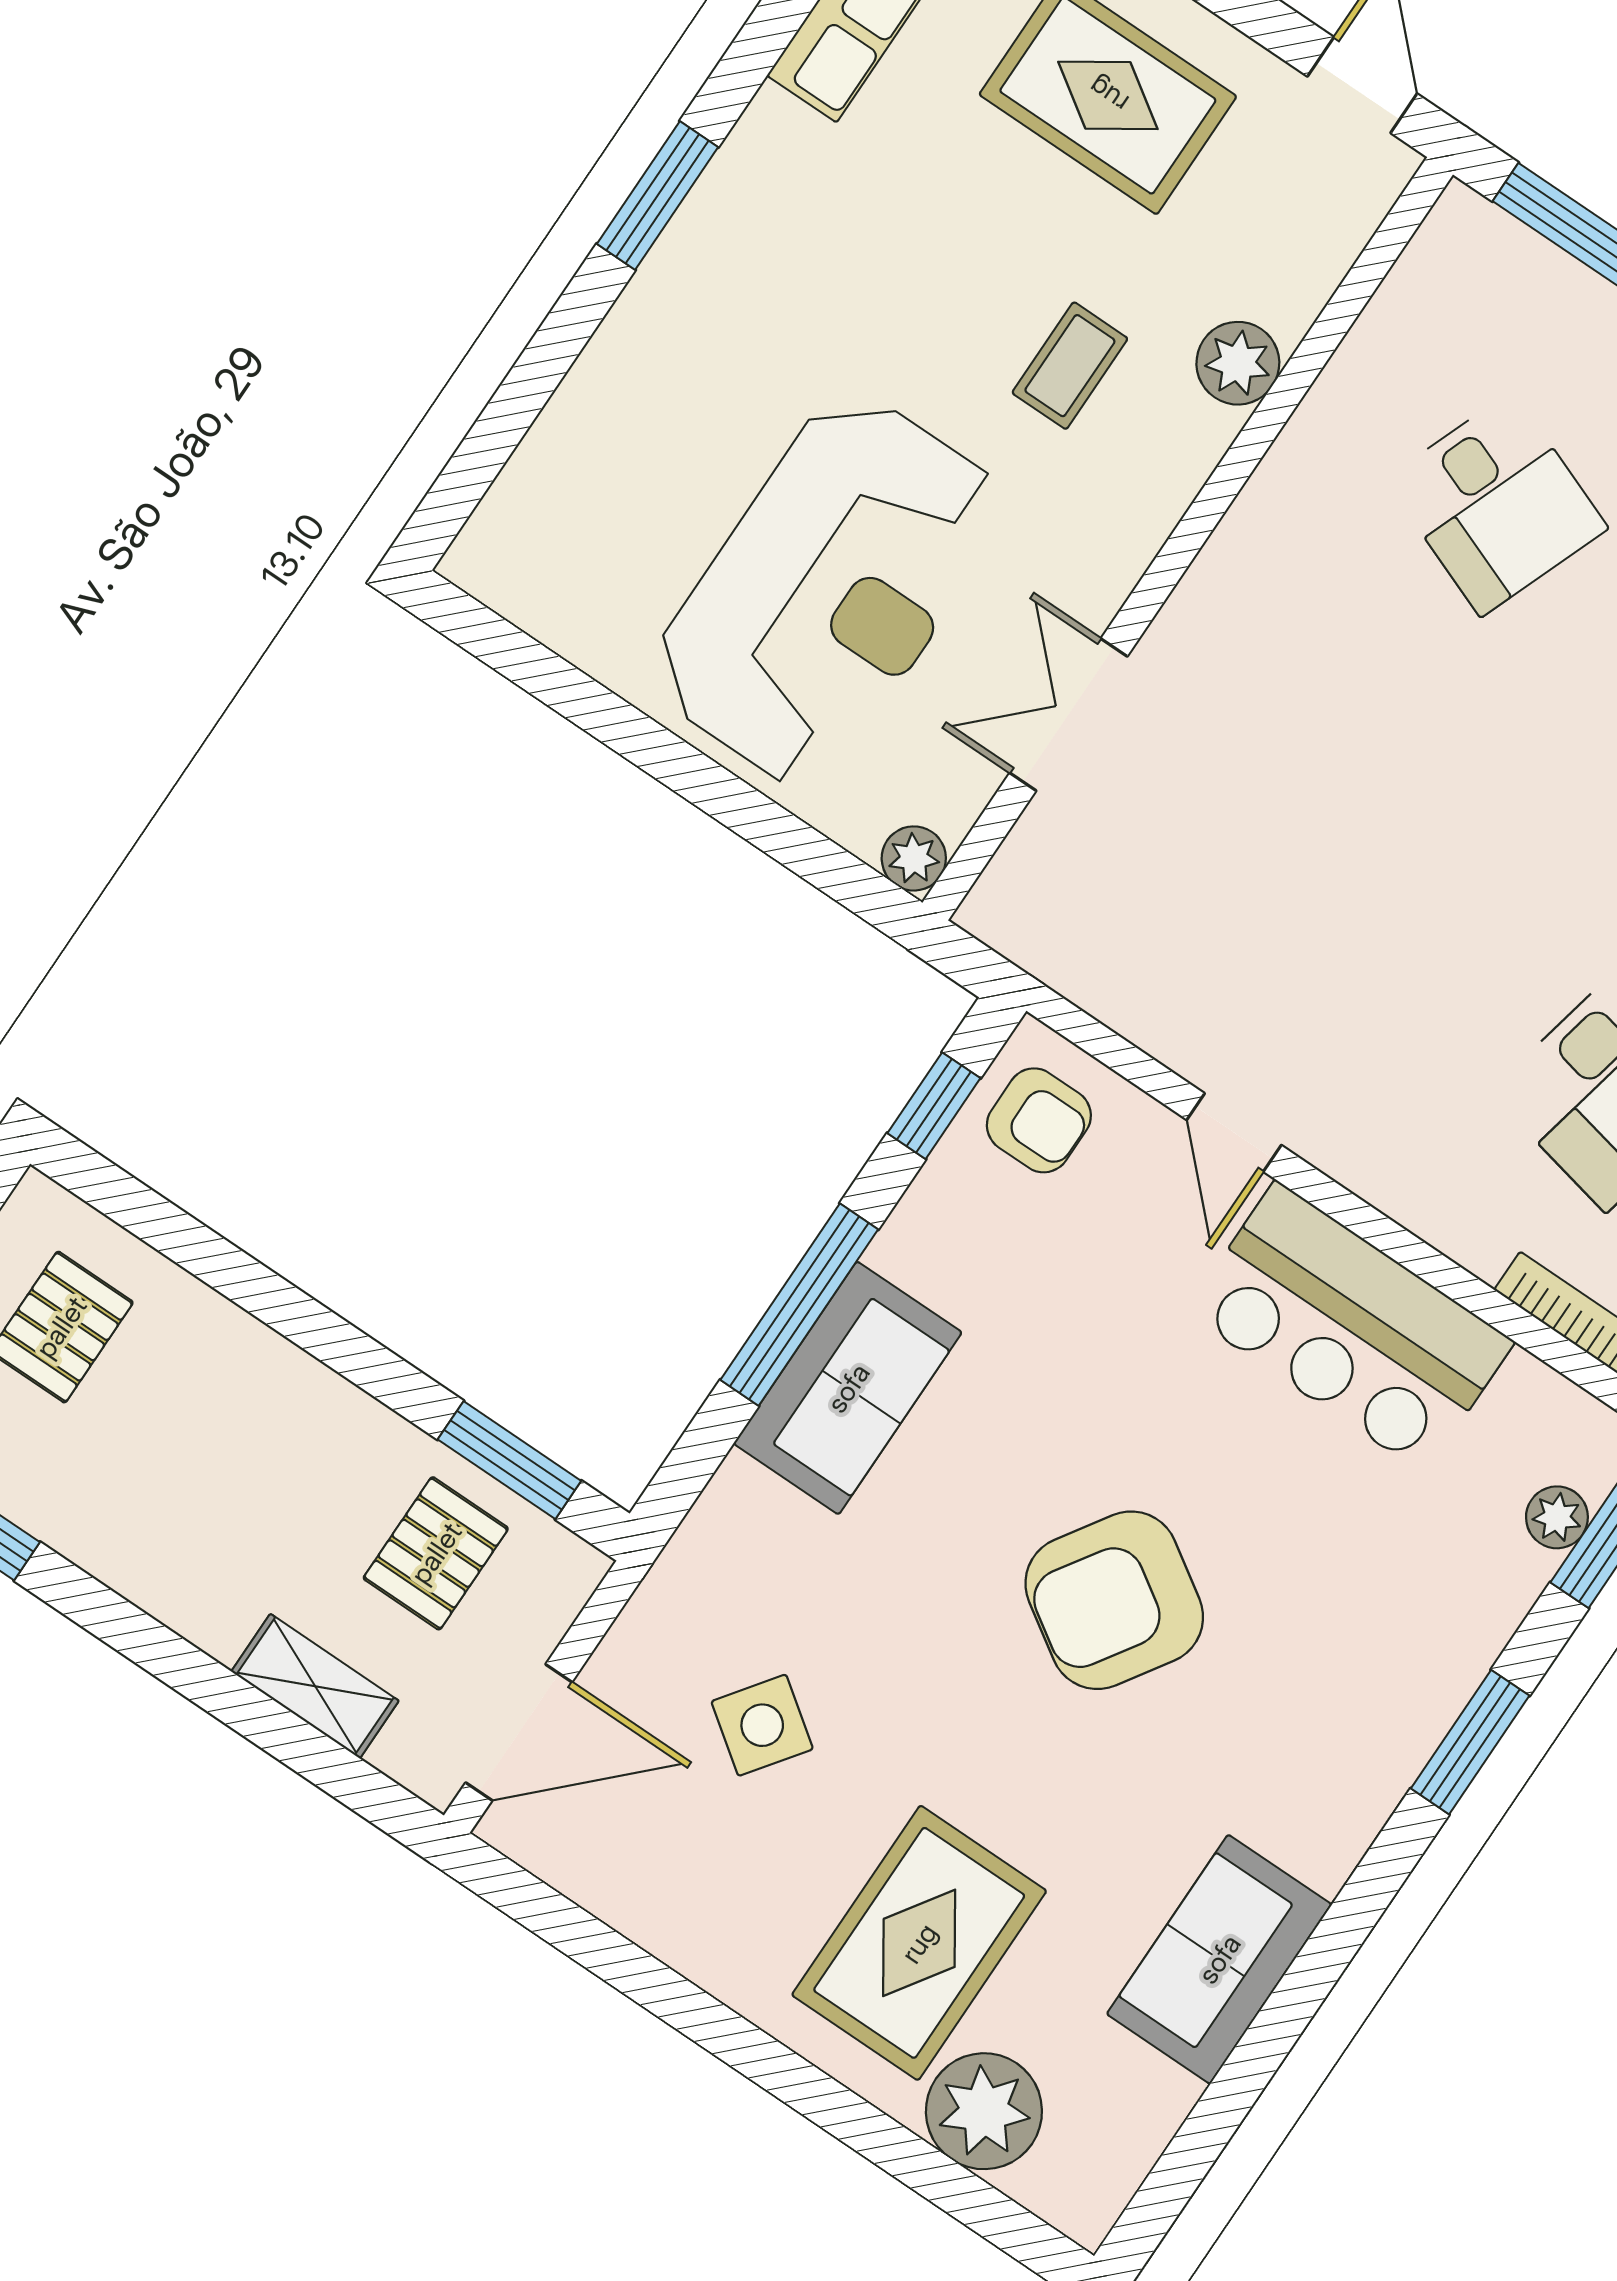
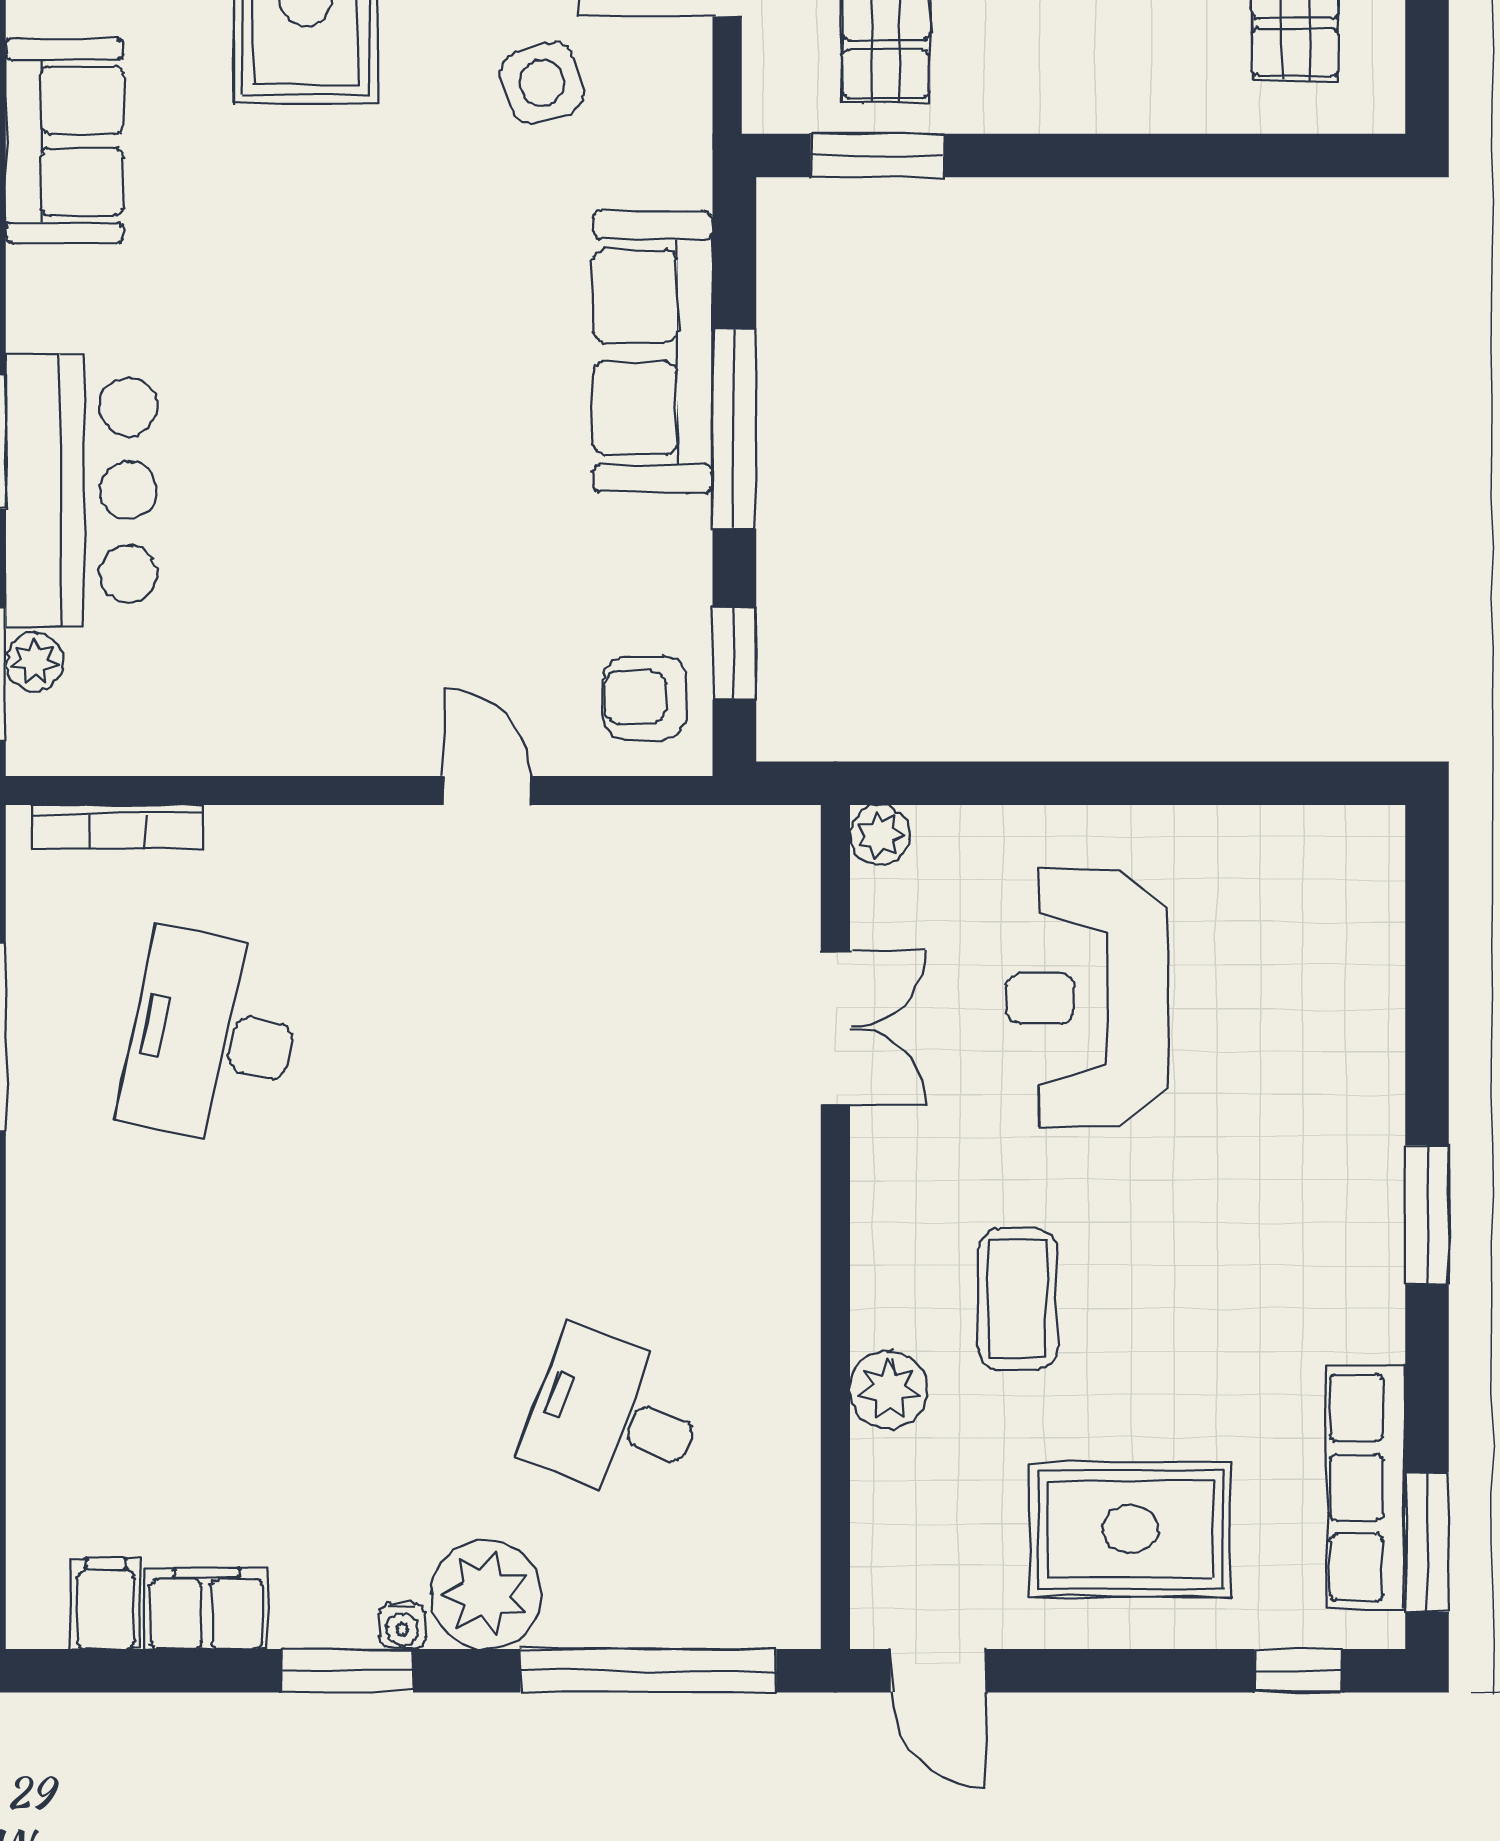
coffee table: (1070, 366) -> (1018, 1299), width x1.36, depth x1.30
reception desk: (829, 590) -> (1087, 998), width x0.74, depth x0.77
bar counter: (1350, 1327) -> (81, 491), moved, turned 90
sofa: (848, 1388) -> (653, 352), width x1.36
armchair: (1114, 1600) -> (335, 365), removed
side table: (762, 1725) -> (542, 83), turned 38

